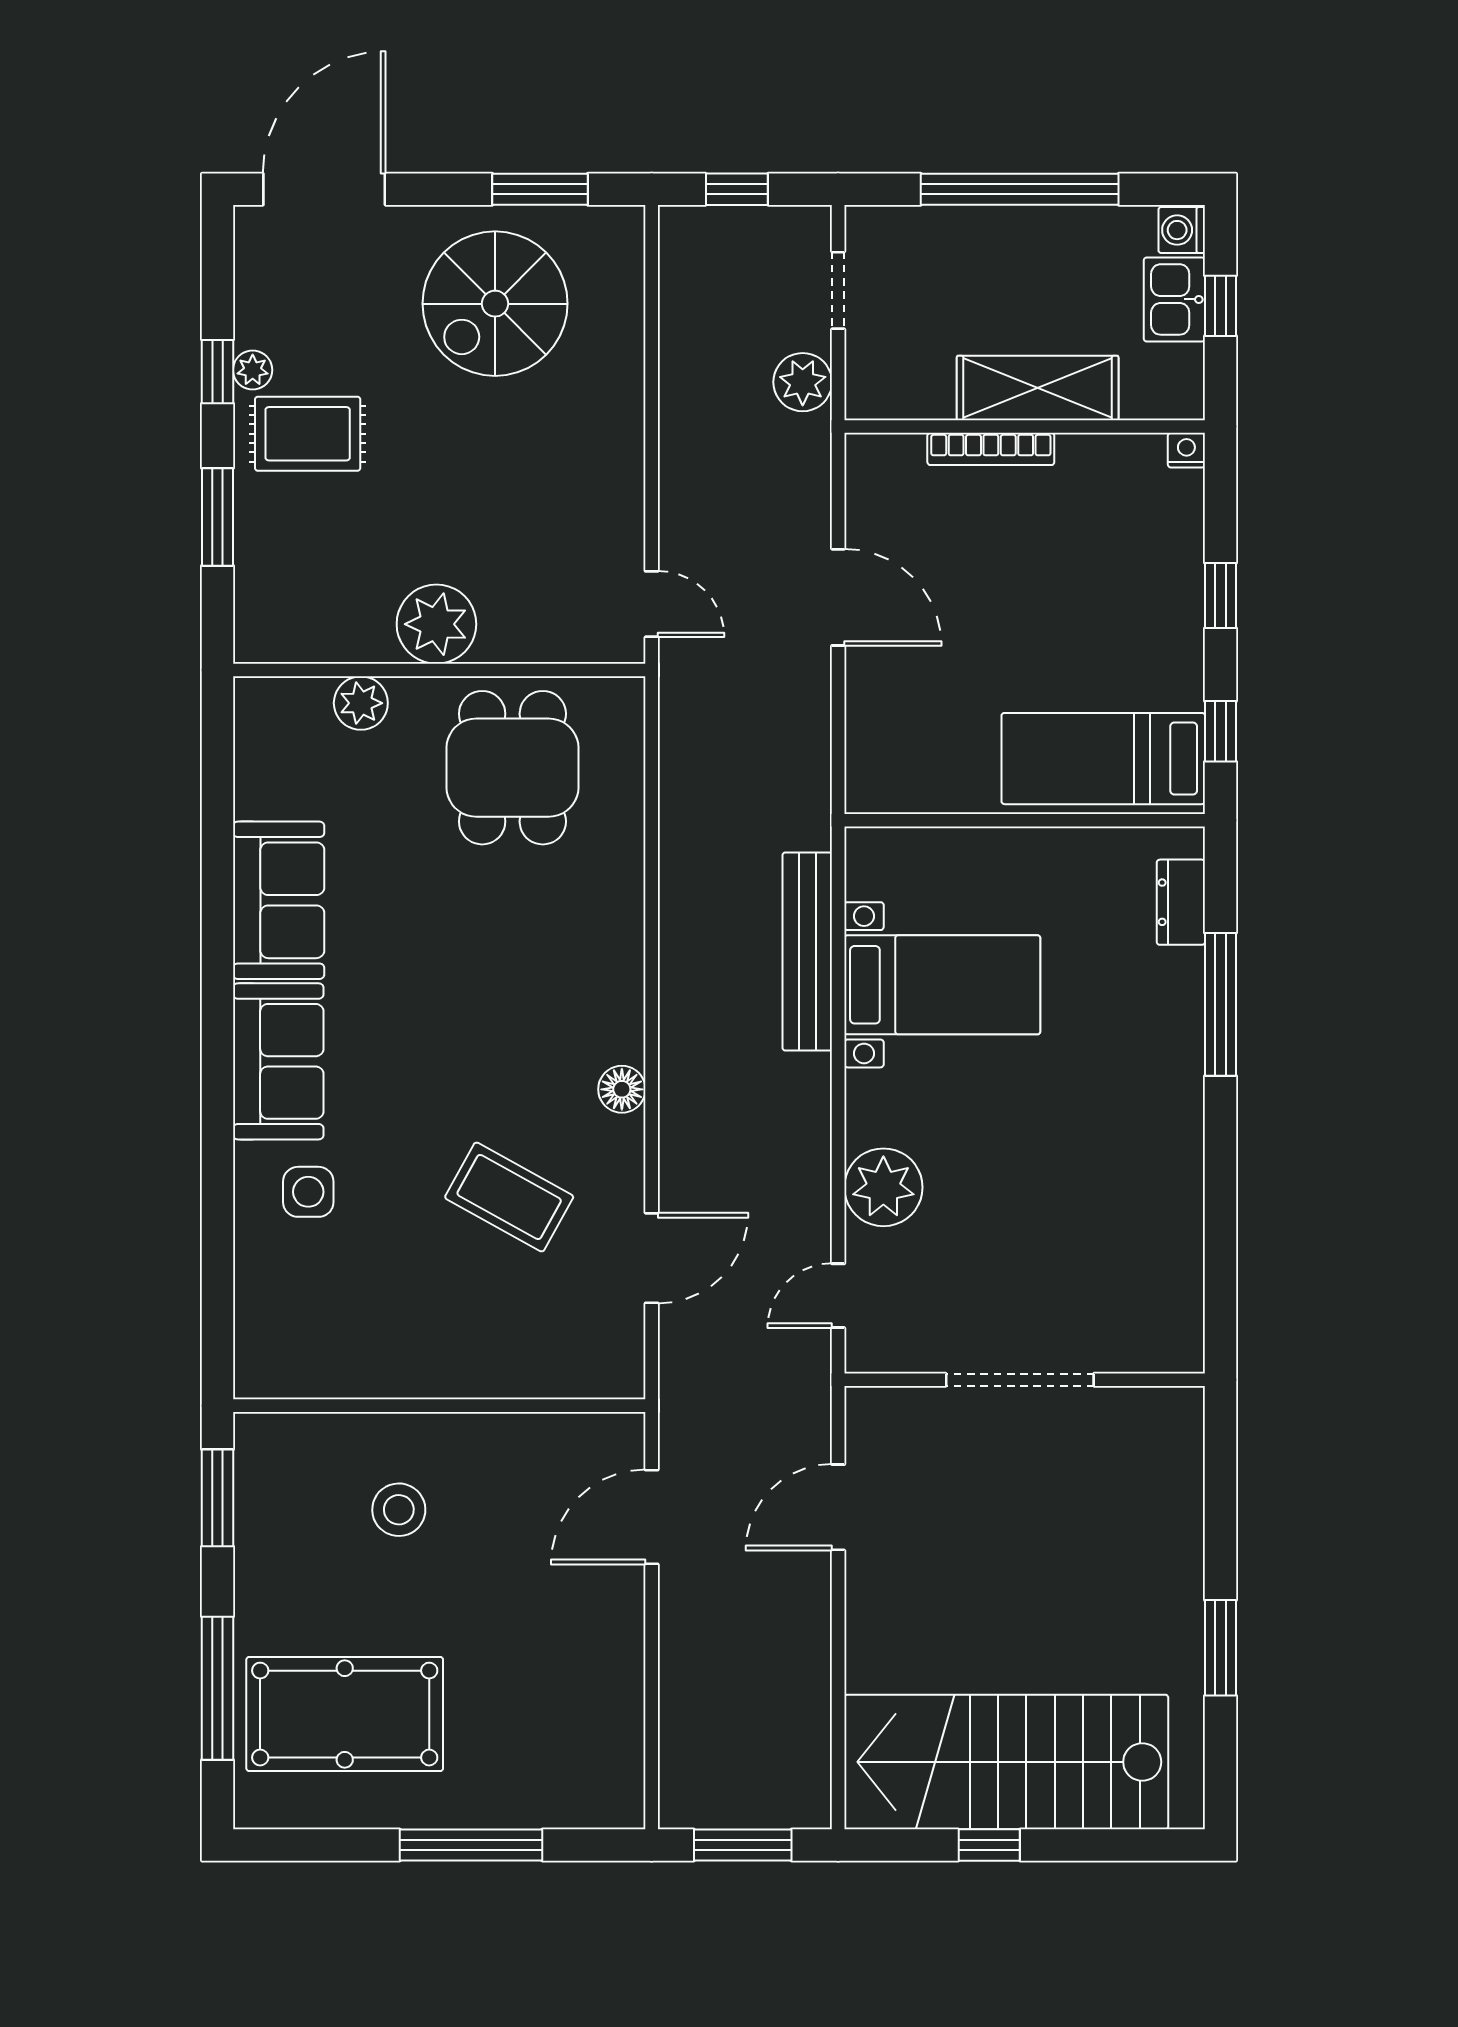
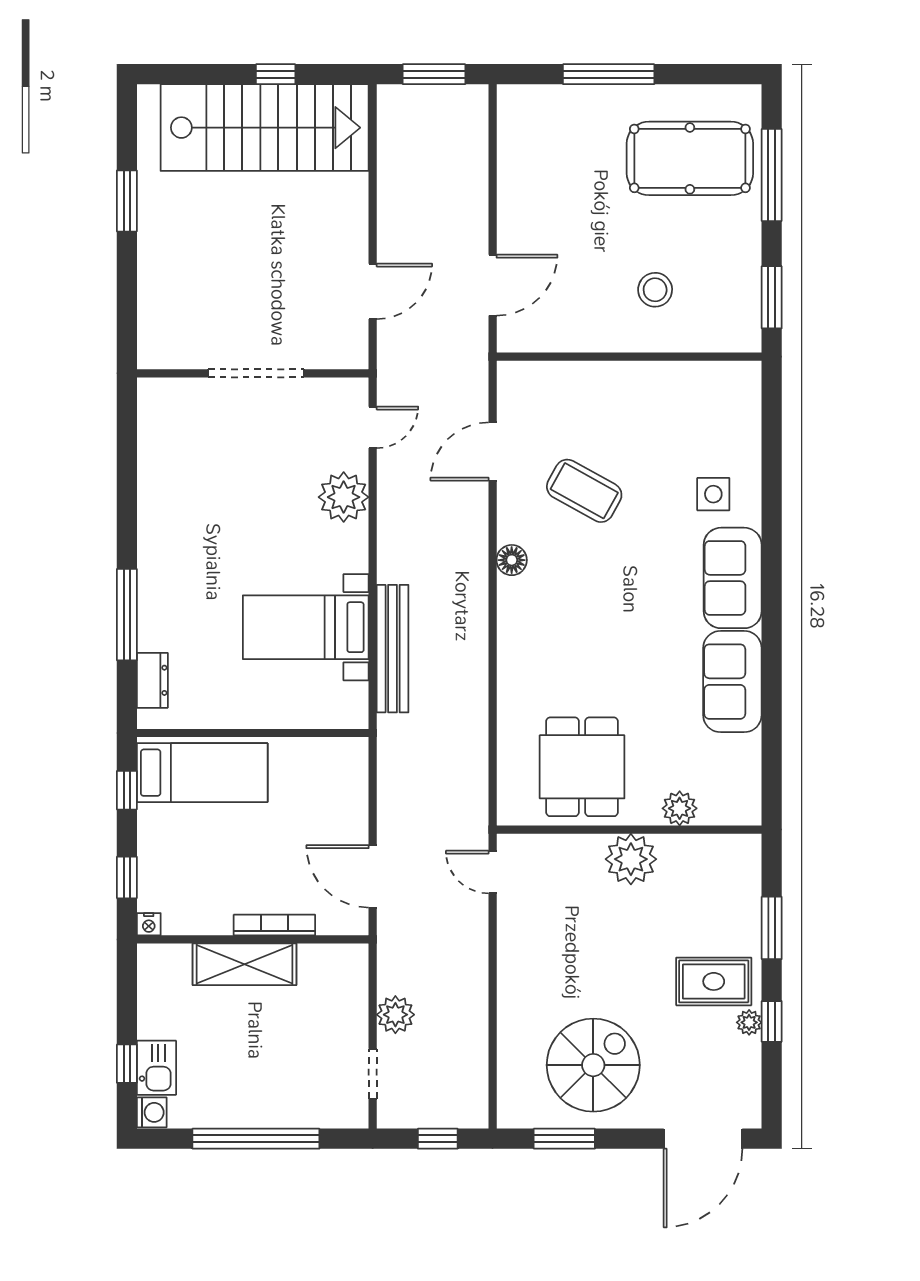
shelving: (1038, 388) -> (244, 964), moved
wall: (1025, 426) -> (253, 939), moved
bookcase: (991, 449) -> (274, 925), moved
nightstand: (1186, 450) -> (149, 924), moved

